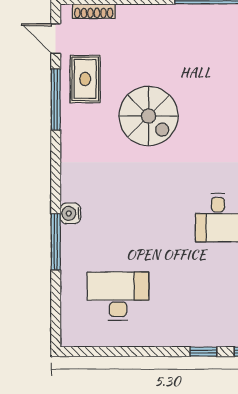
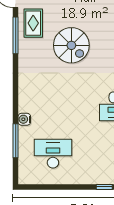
water cooler: (70, 213) -> (24, 119), moved
window: (56, 242) -> (16, 141), moved

